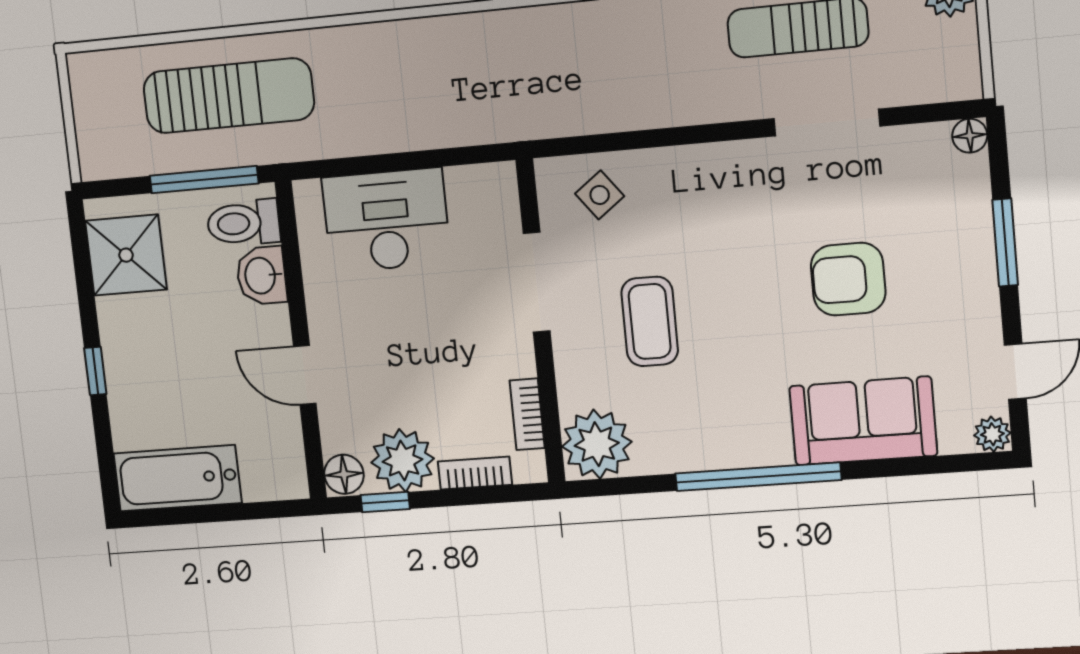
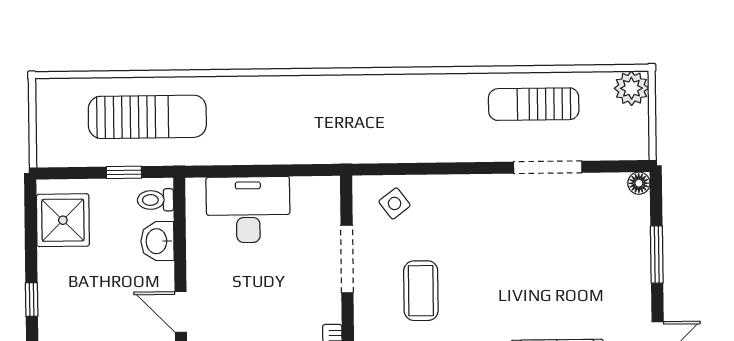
window: (204, 180) -> (124, 172), width x0.46
toilet: (243, 223) -> (155, 200), width x0.73, depth x0.72
armchair: (848, 279) -> (554, 271), removed

